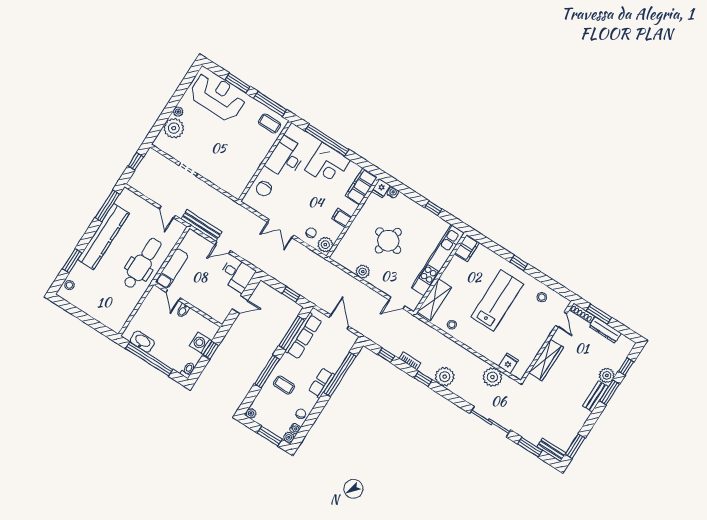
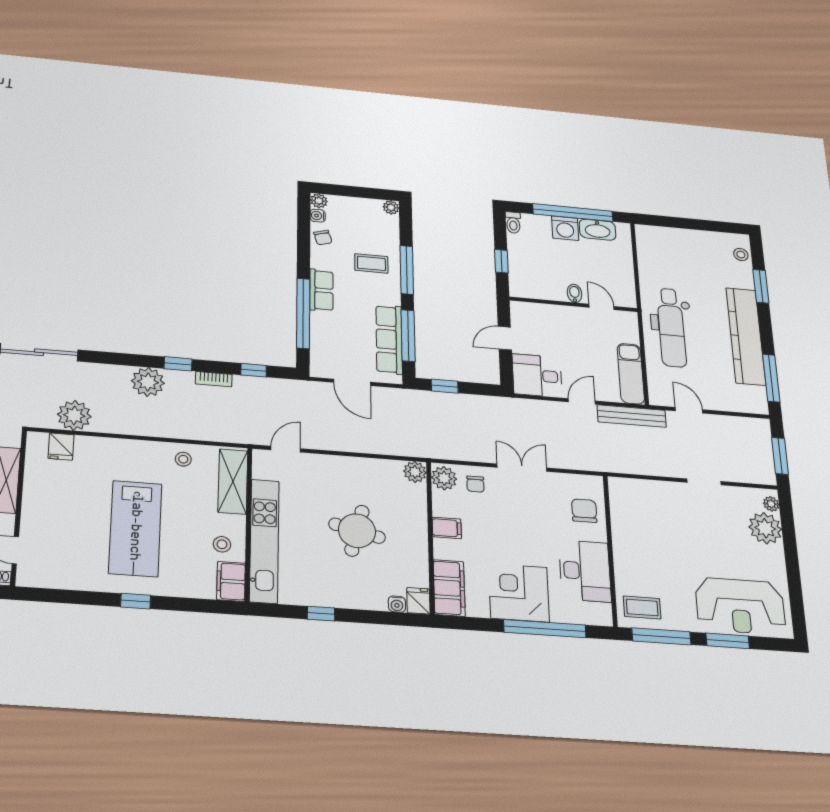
plant: (178, 112) -> (771, 504), moved
window: (136, 161) -> (780, 456), width x1.50
exam couch: (172, 269) -> (631, 374), moved
plant: (363, 272) -> (415, 472), moved
stool: (542, 297) -> (222, 544), moved
washing machine: (201, 343) -> (565, 228), moved, turned 90
window: (270, 436) -> (346, 191), removed

